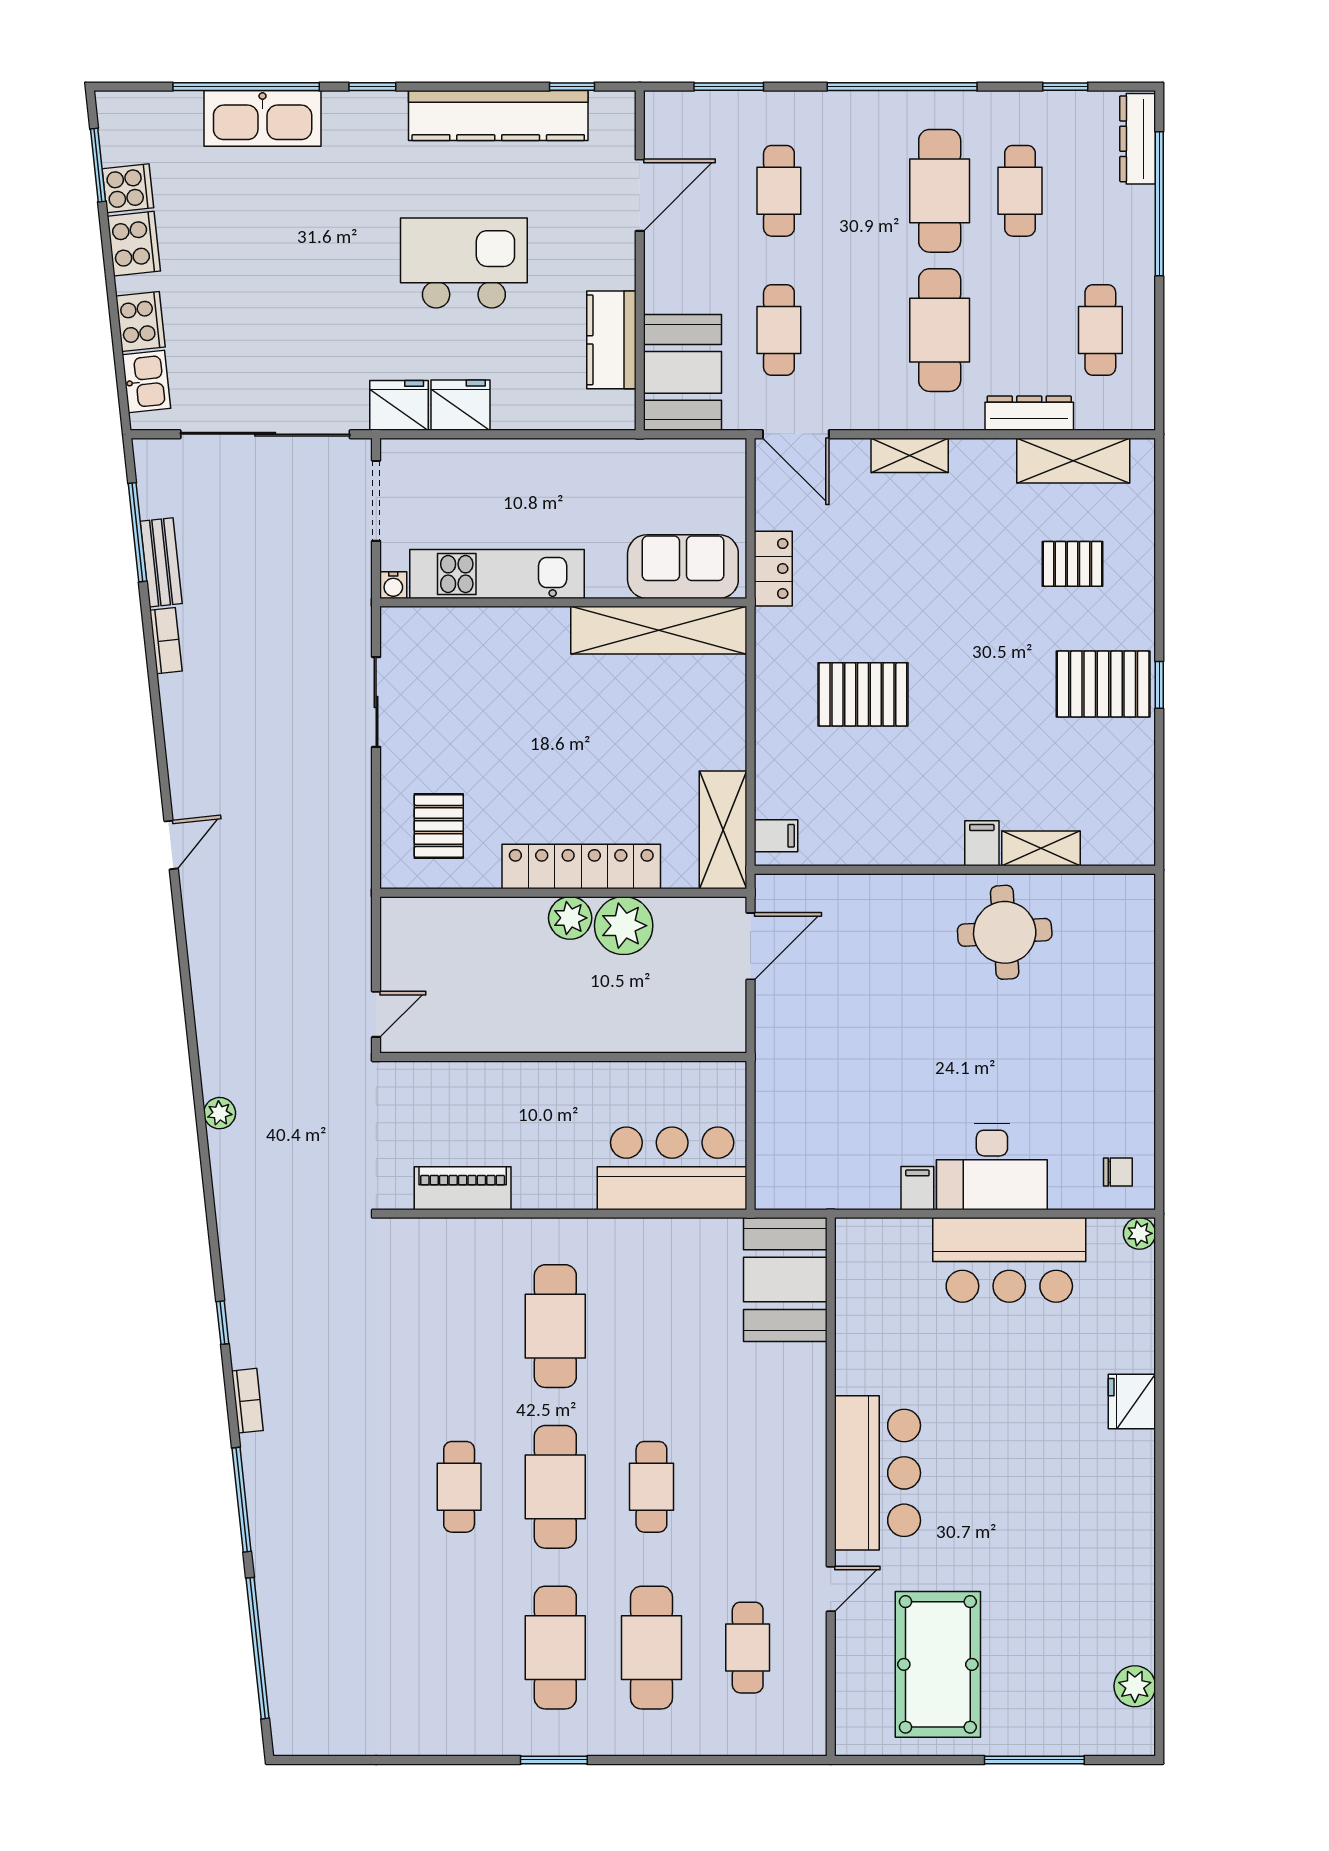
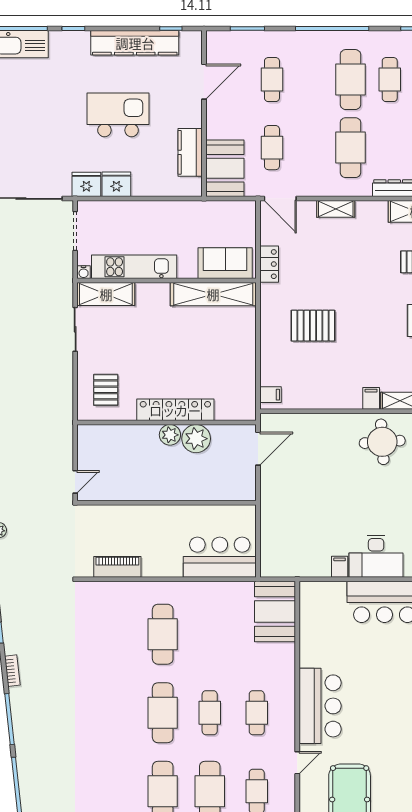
shelving: (723, 830) -> (106, 294), moved, turned 90
cafe table: (459, 1487) -> (257, 713), moved

